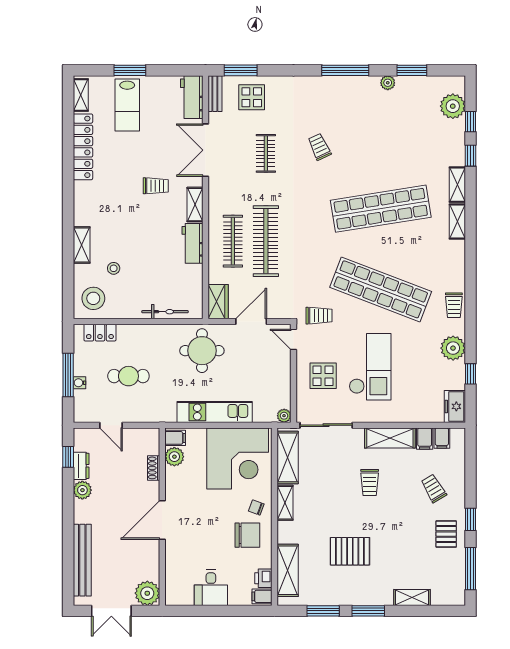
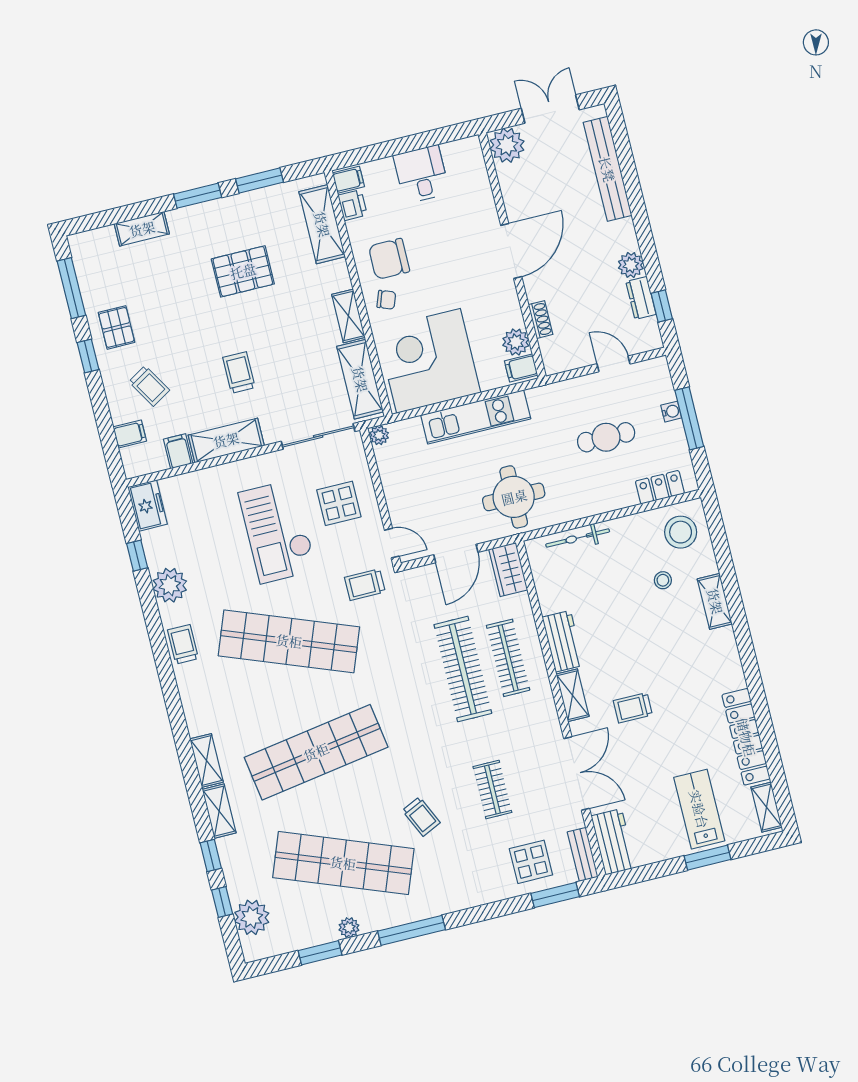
shop shelf: (381, 128) -> (343, 863), added
filing cabinet: (442, 438) -> (130, 434), moved, turned 90

